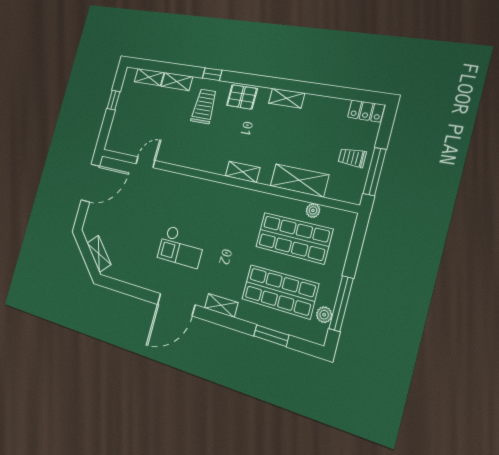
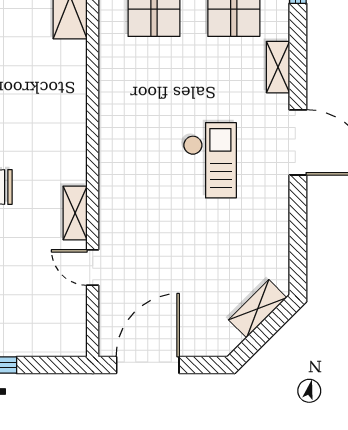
shelving: (243, 172) -> (75, 213), moved
door: (90, 183) -> (148, 365), hinge flipped

